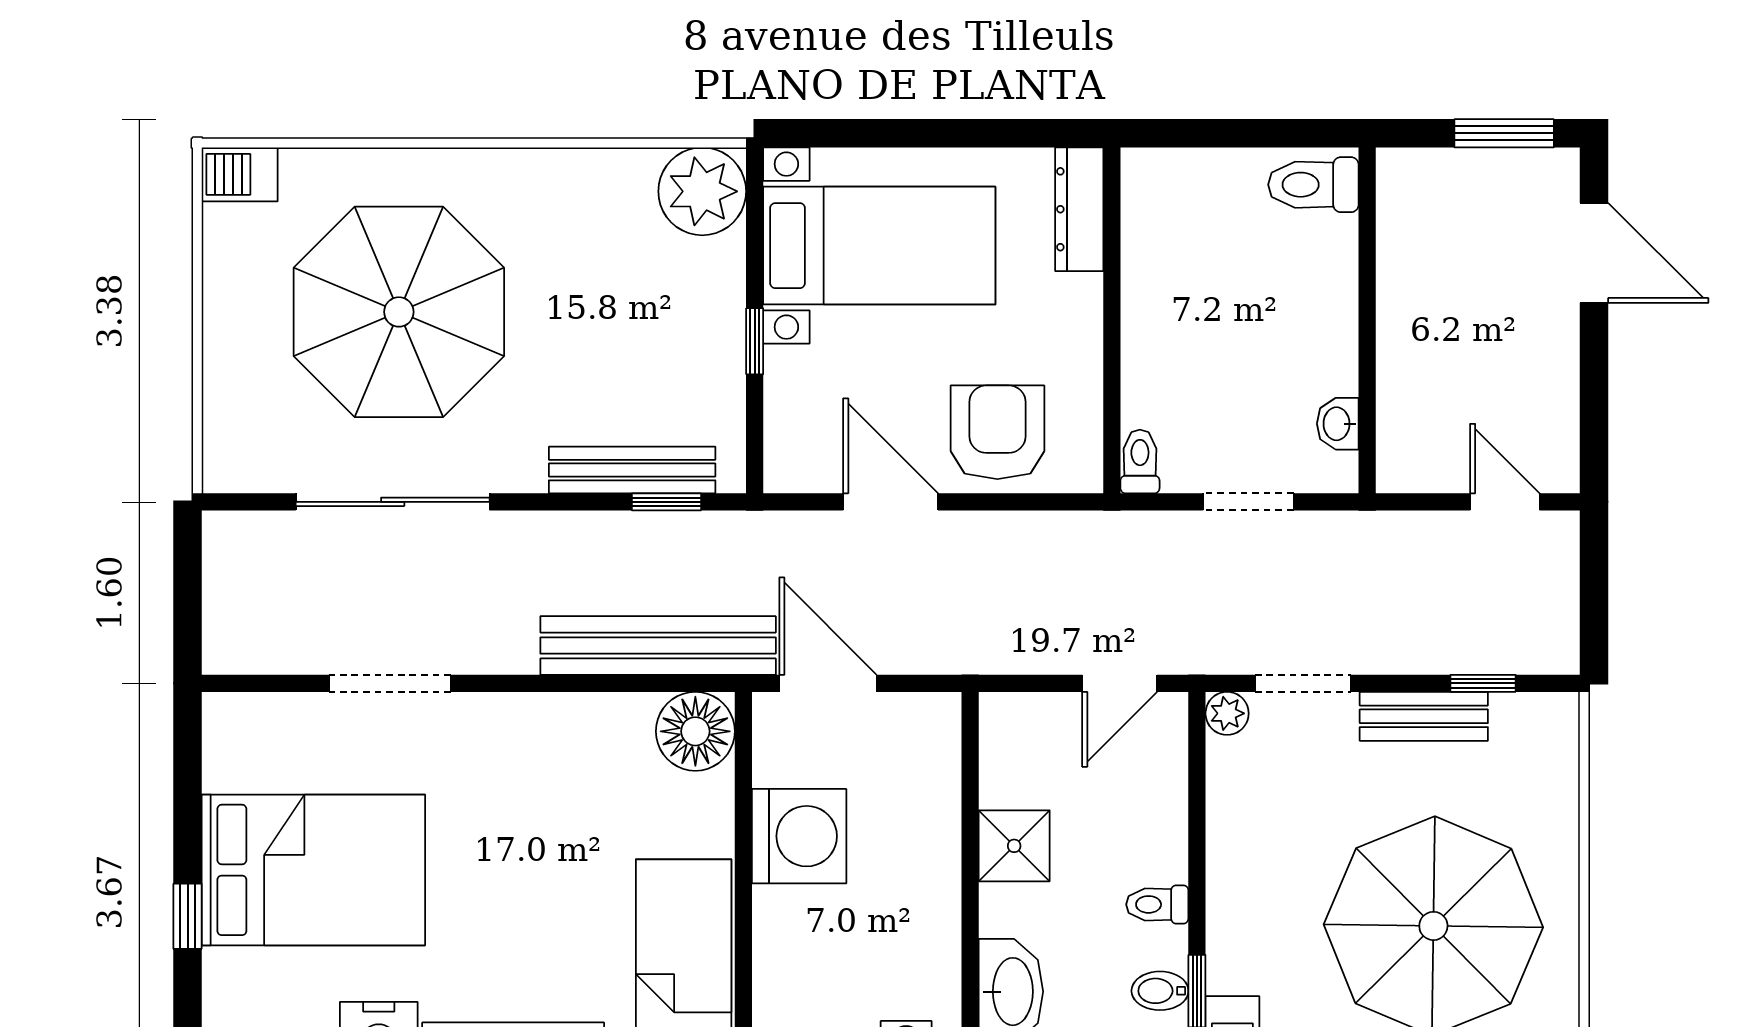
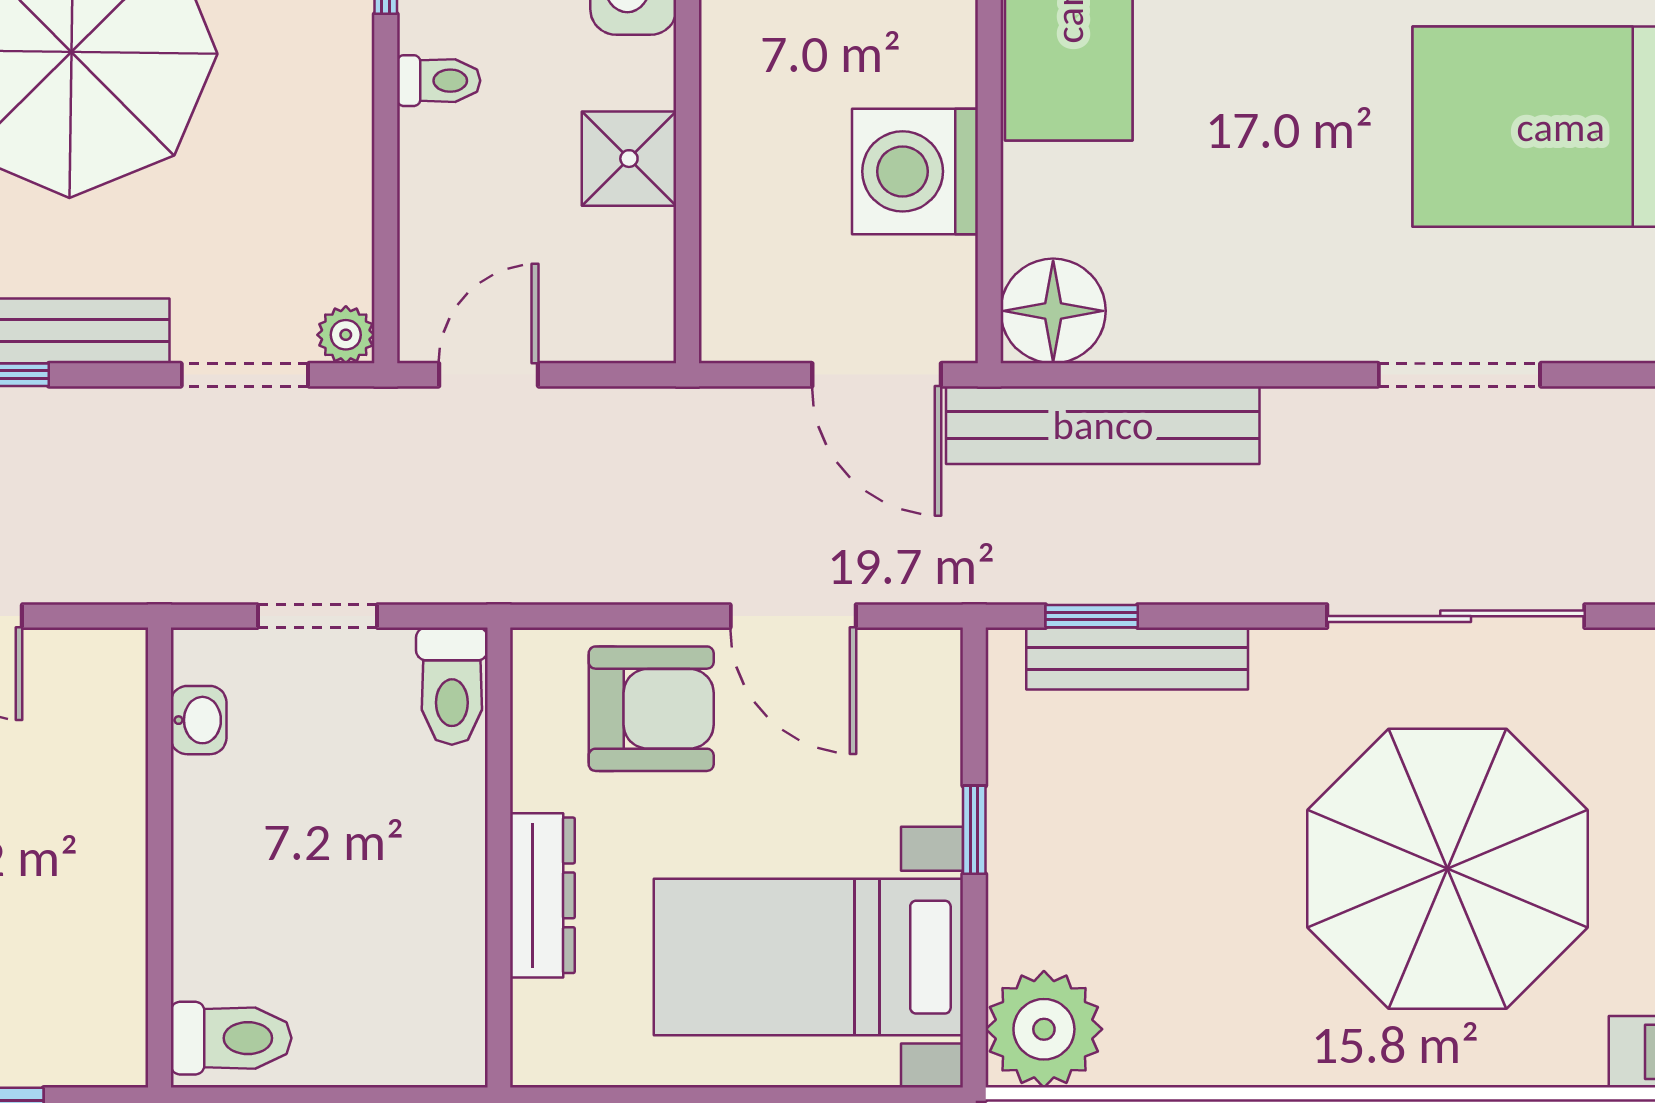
dresser: (1079, 209) -> (542, 895), moved
armchair: (997, 432) -> (651, 709), turned -90
toilet: (1140, 461) -> (452, 686), width x1.37, depth x1.39

